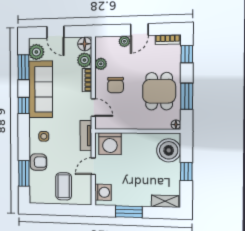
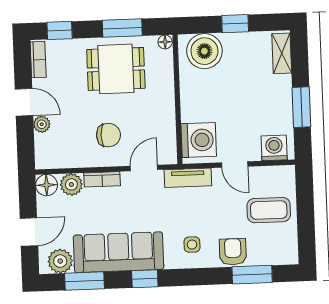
plant: (101, 64) -> (77, 159), removed

